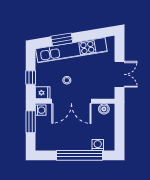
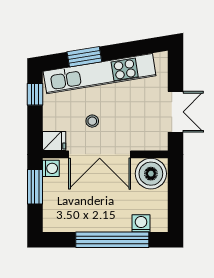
window: (31, 78) -> (35, 94), moved
boiler: (104, 109) -> (151, 174), width x1.86, depth x1.86

